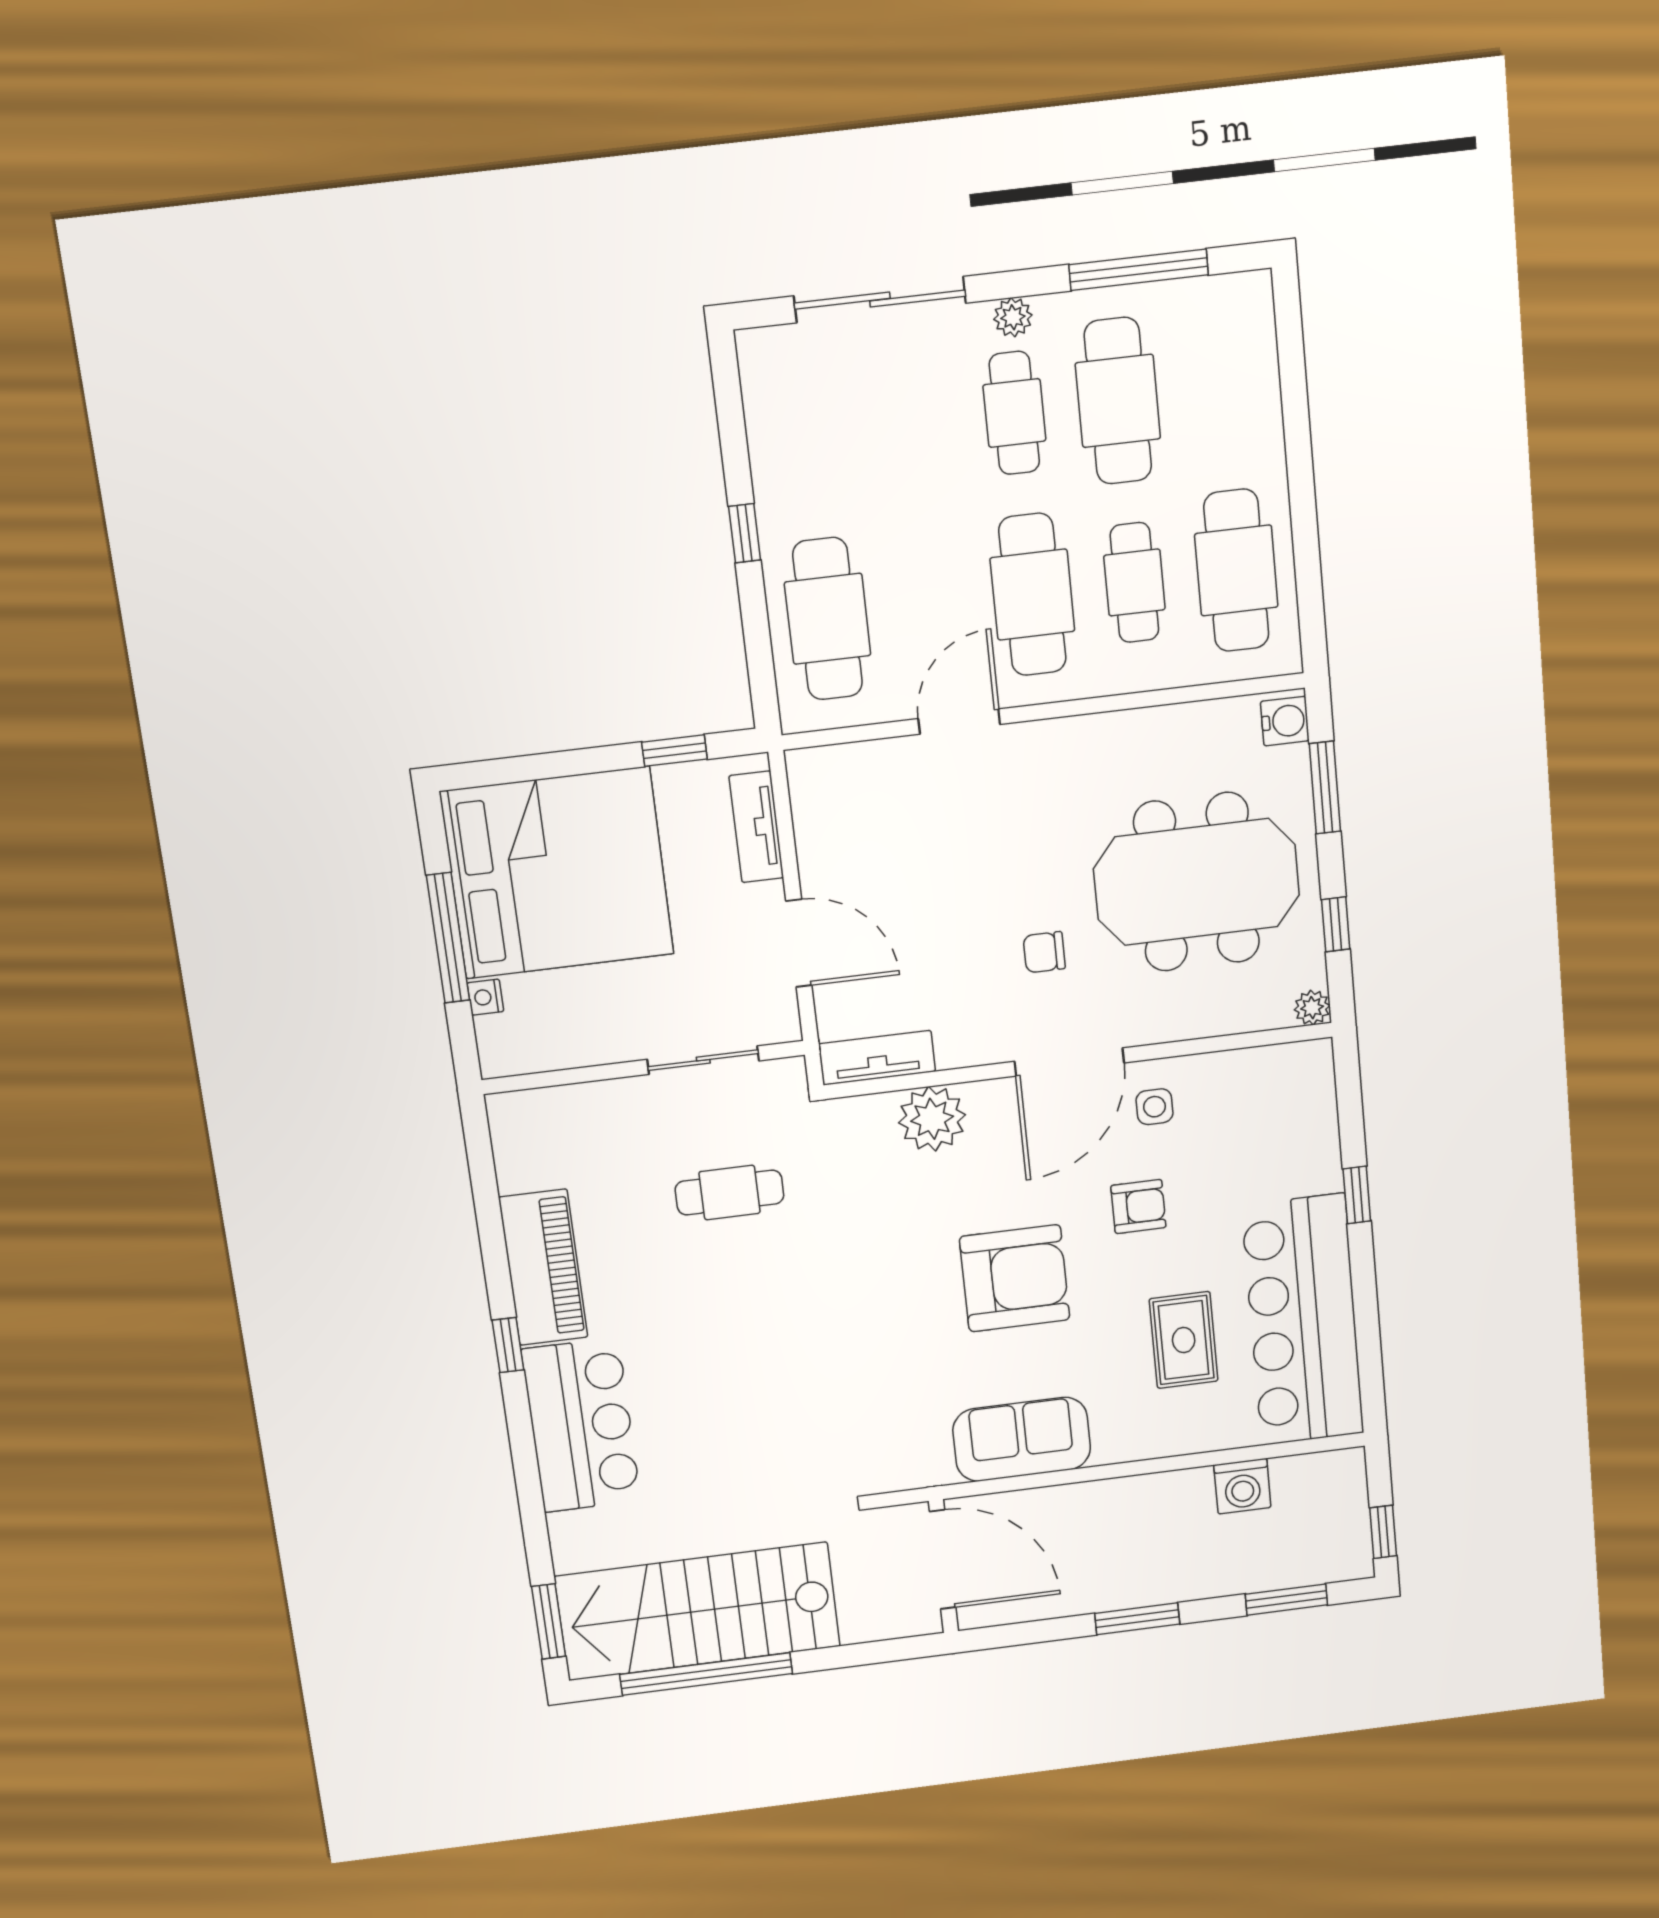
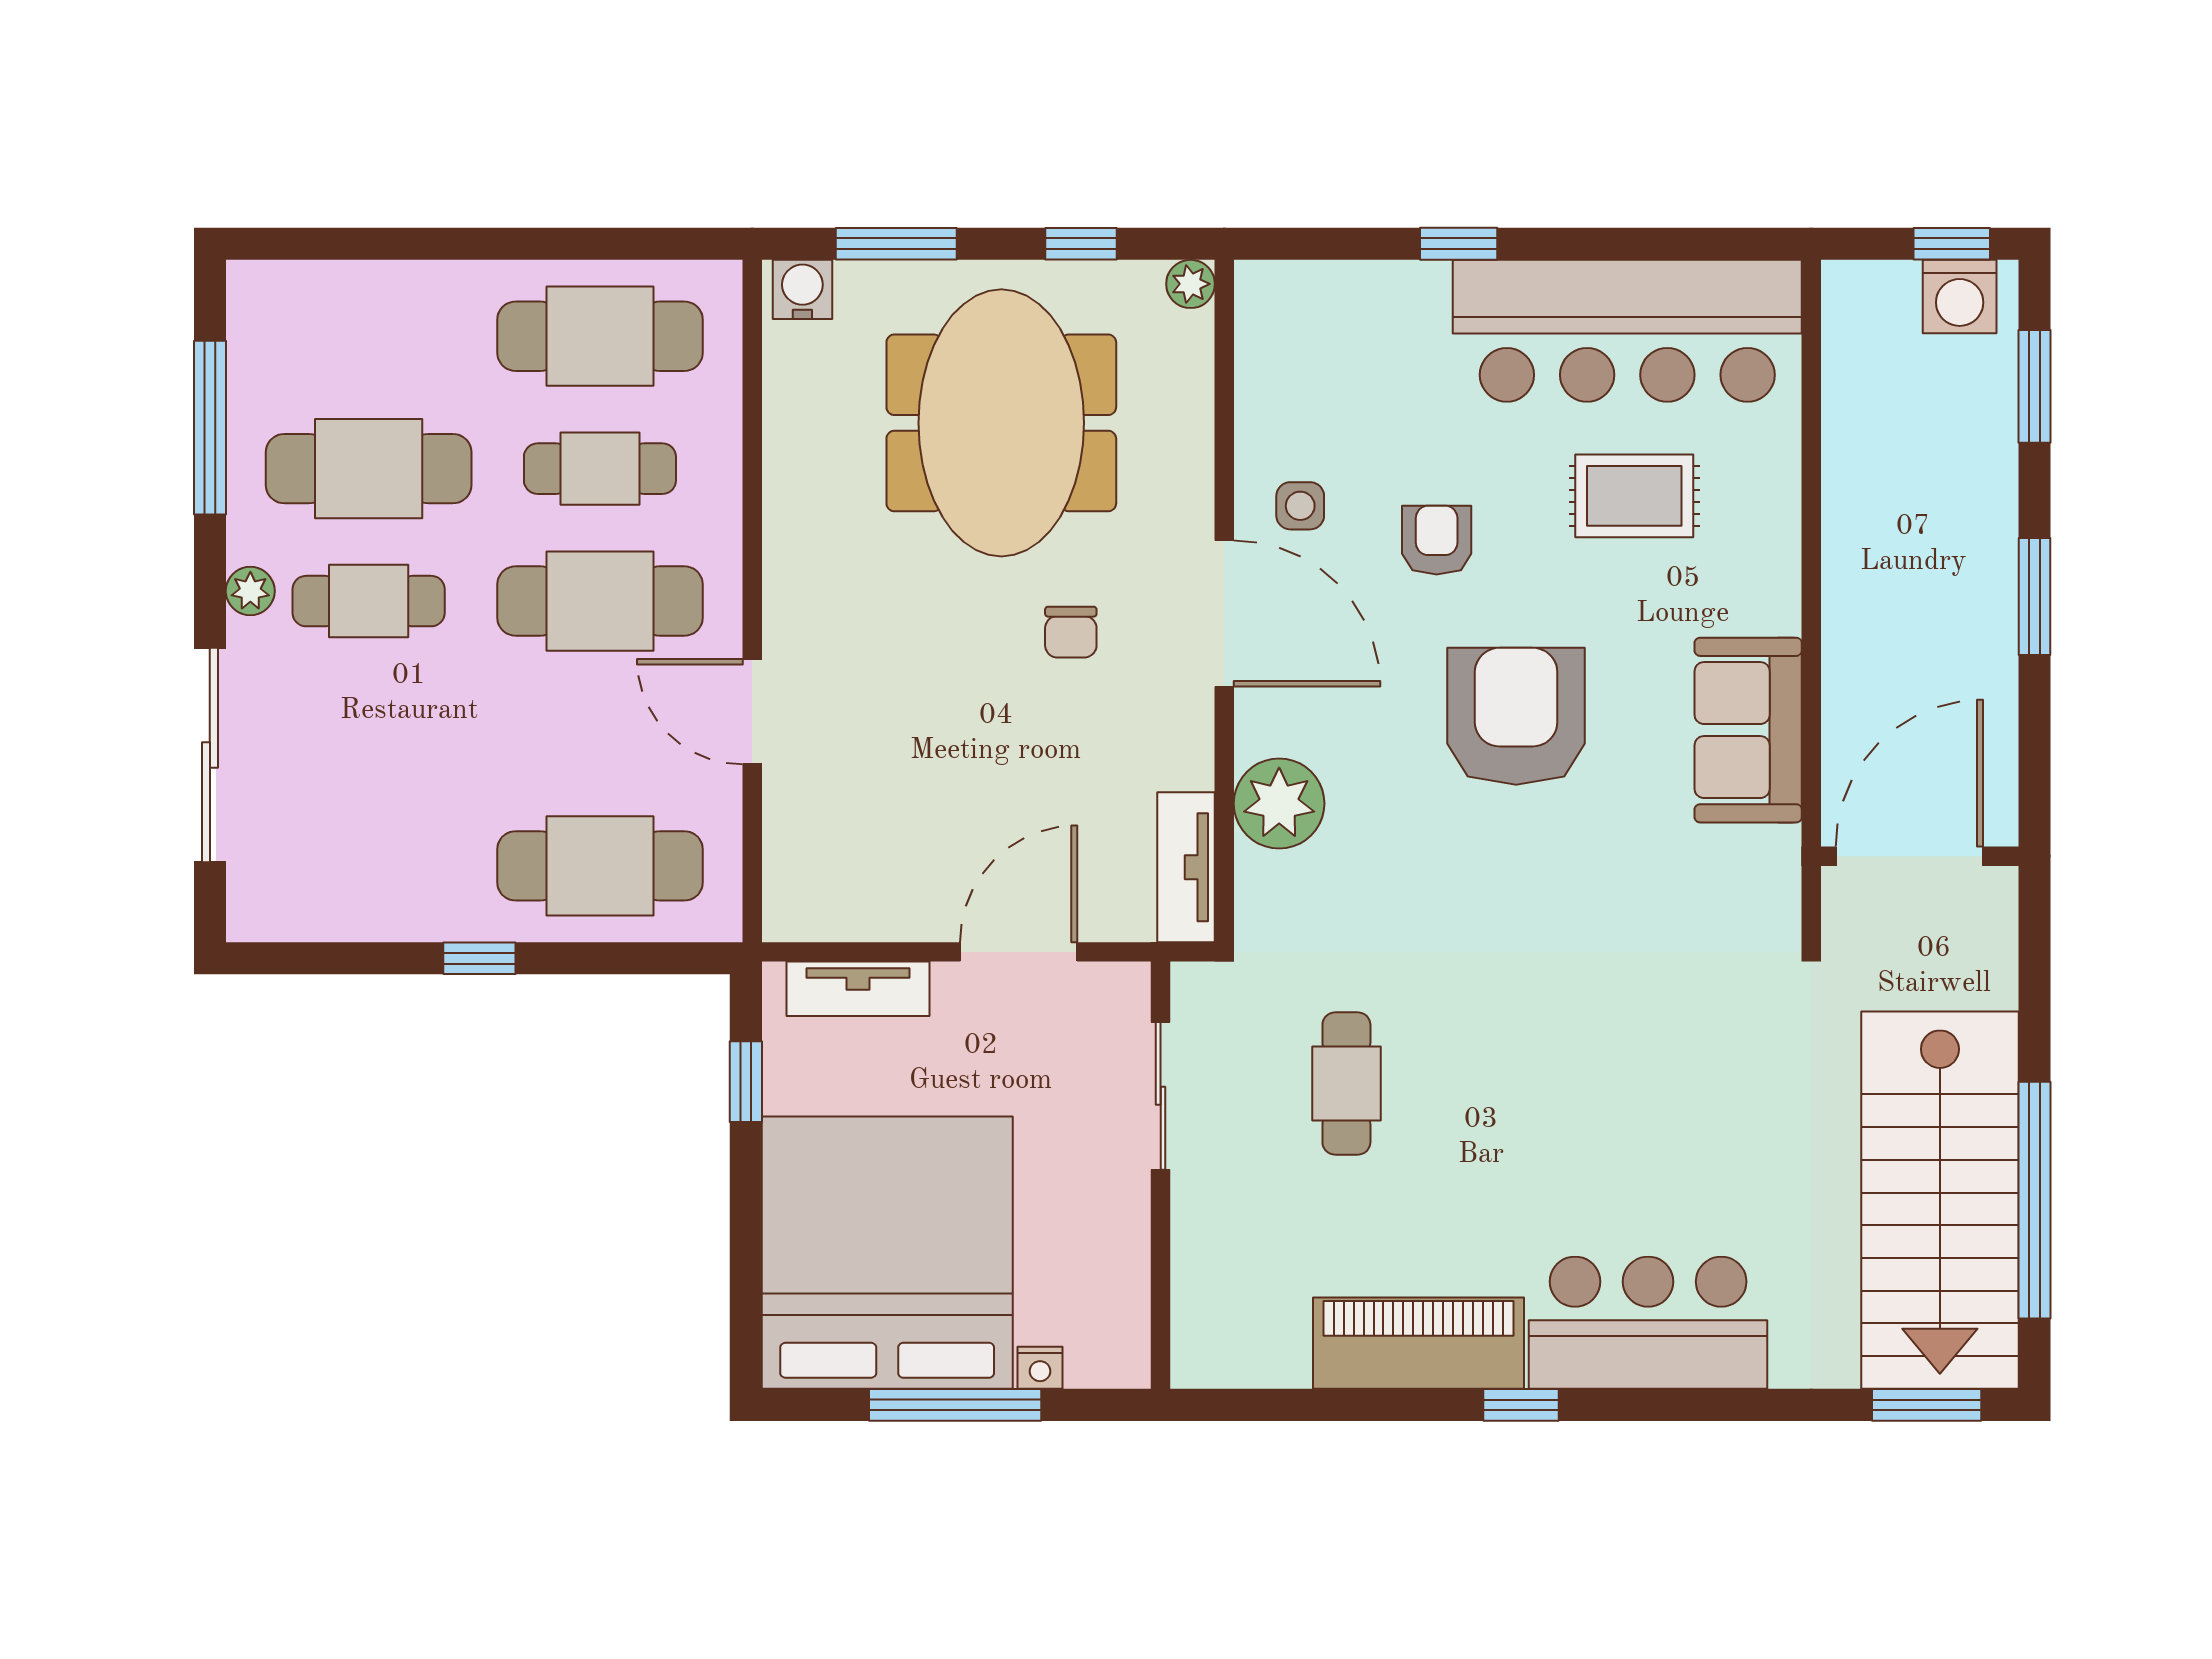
washing machine: (1242, 1486) -> (1960, 297), moved, turned 90

